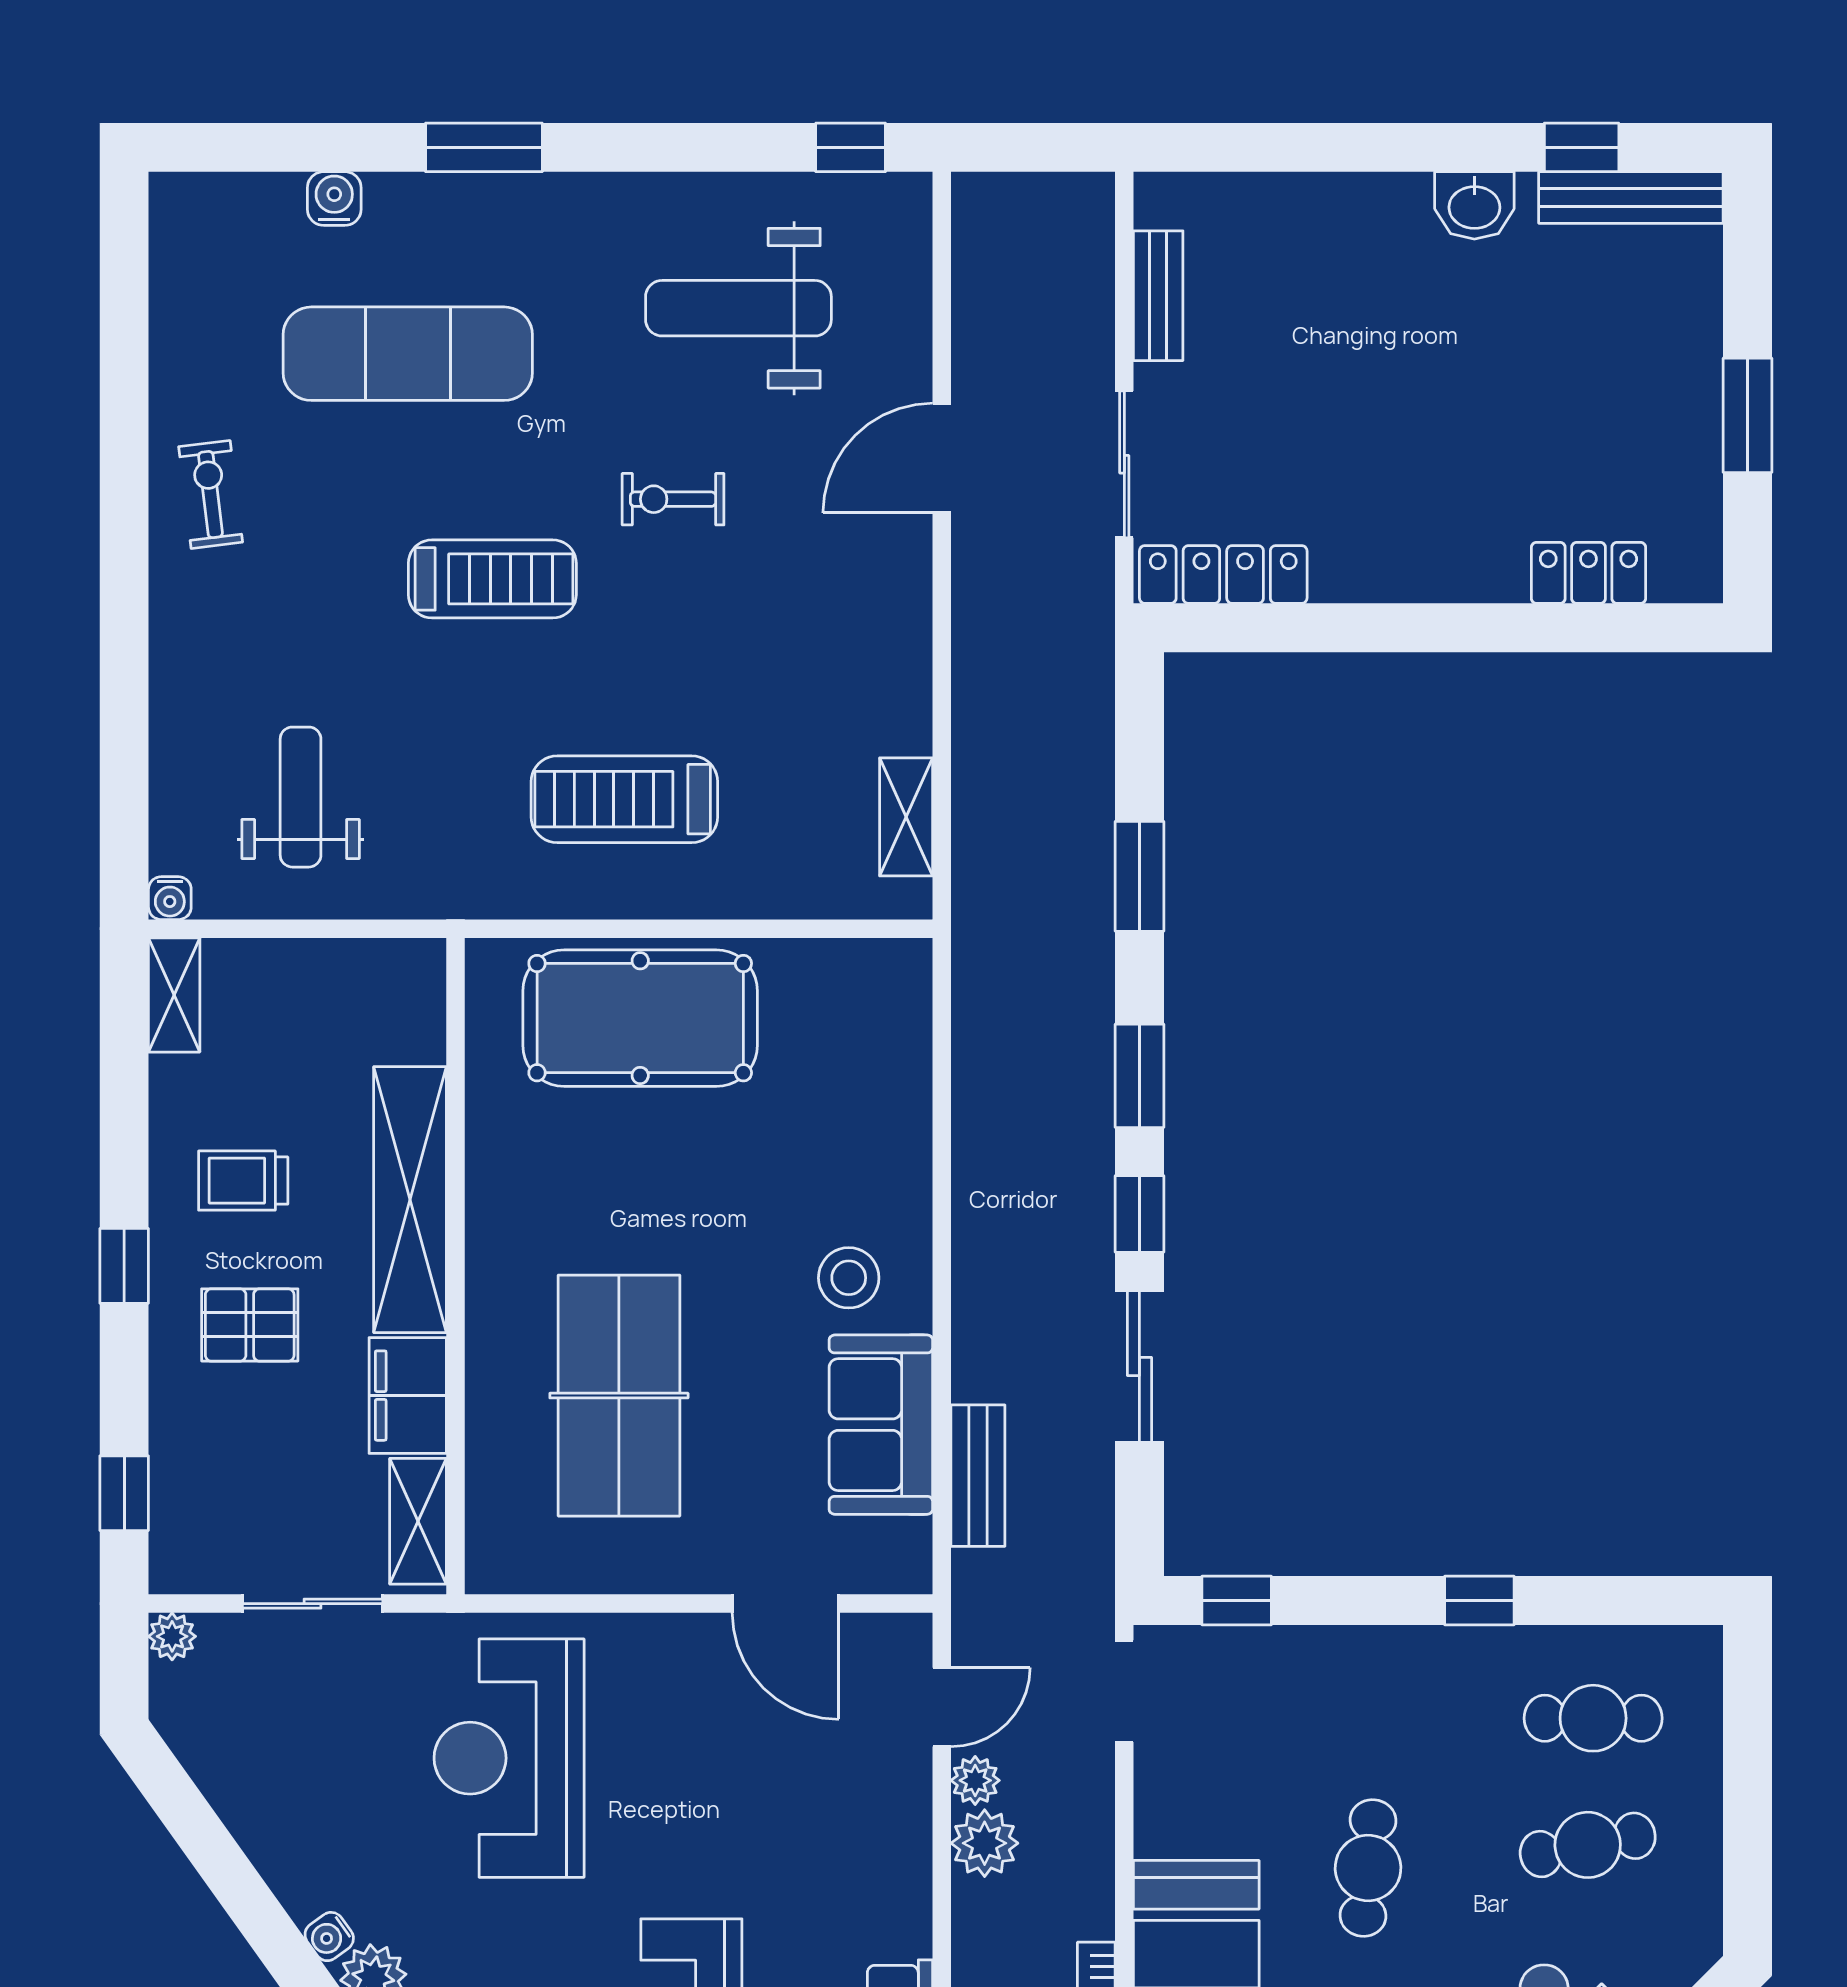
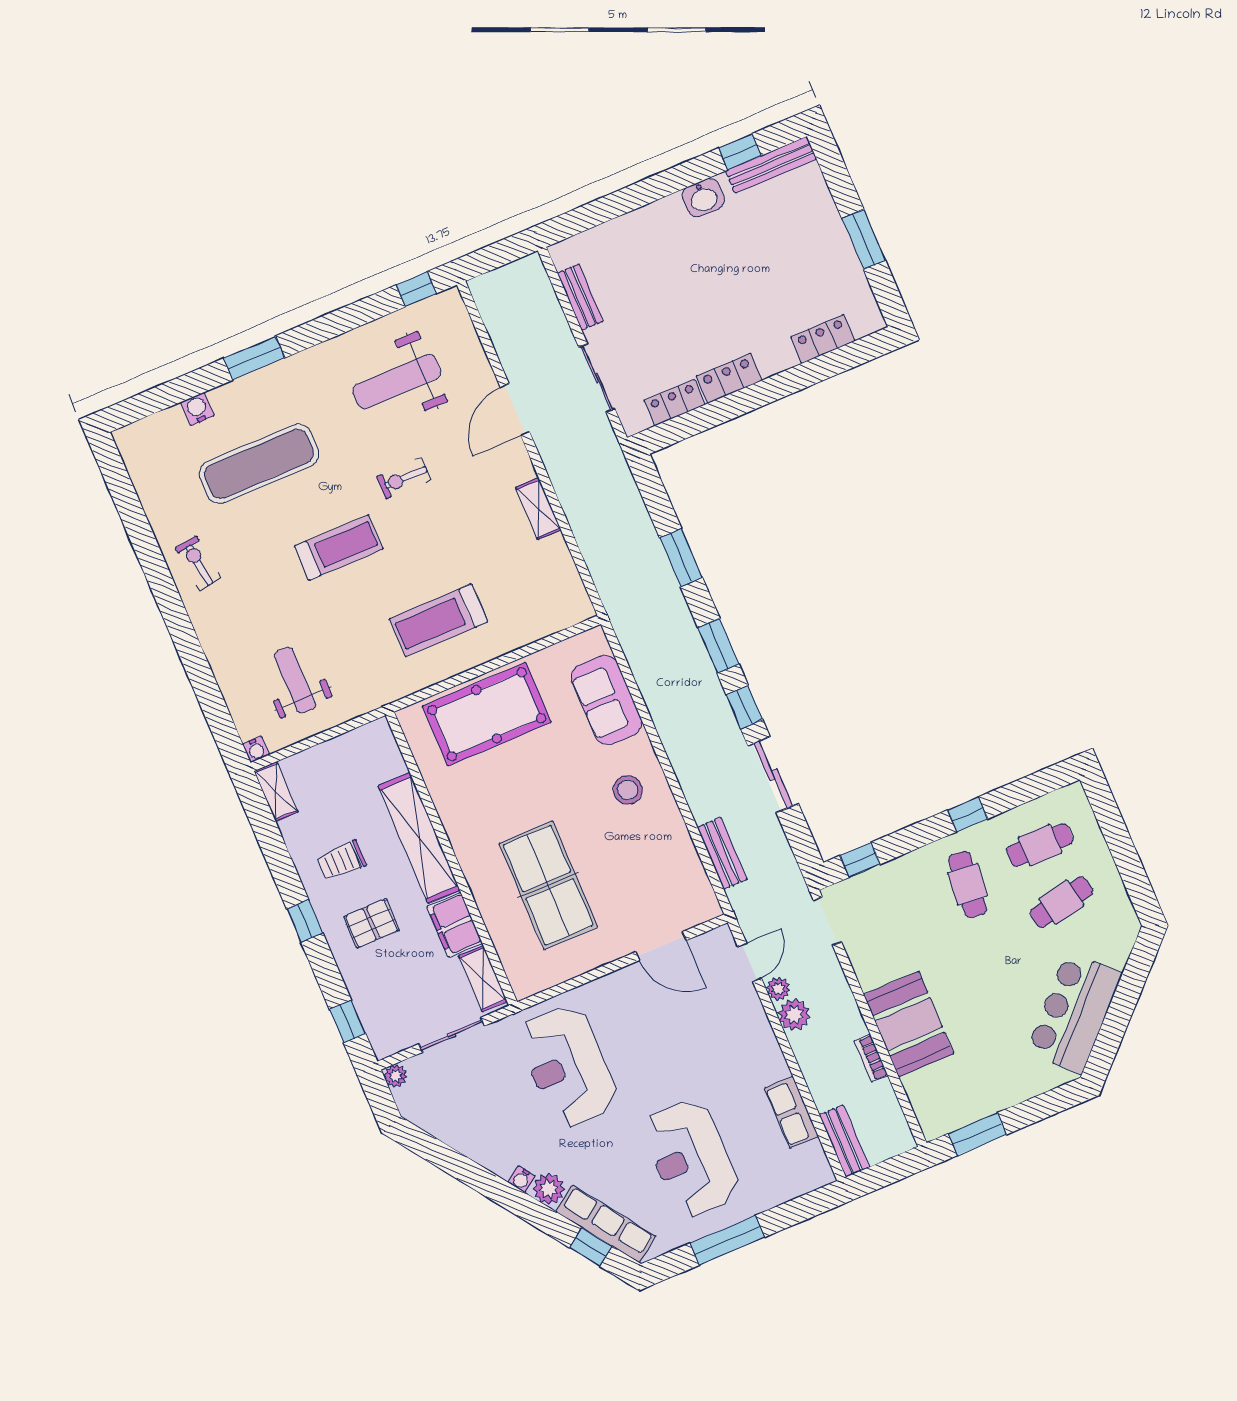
locker: (1377, 572) -> (729, 378), added
locker: (1223, 575) -> (675, 403), width x0.66
shelving: (906, 817) -> (538, 509), moved
sofa: (881, 1425) -> (606, 700), moved
cafe table: (1368, 1868) -> (968, 884), moved

